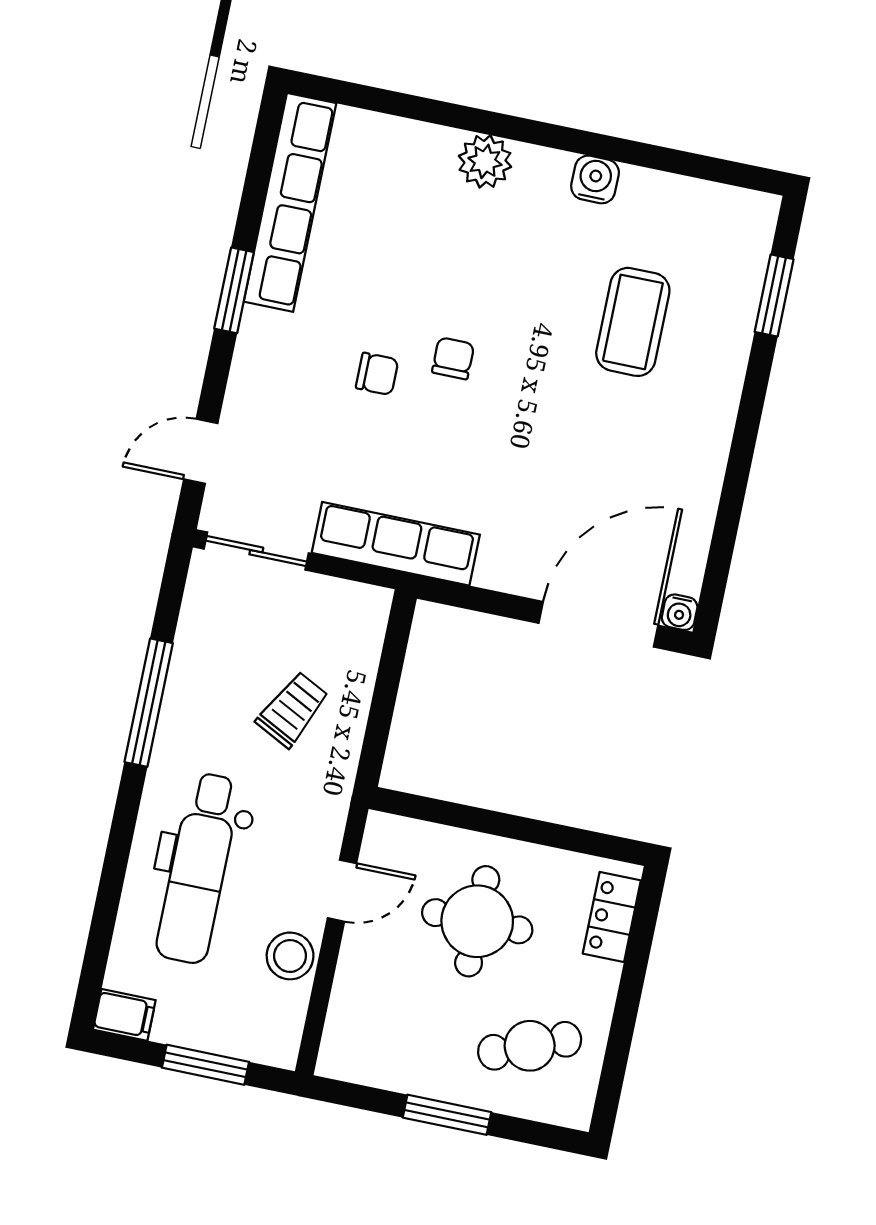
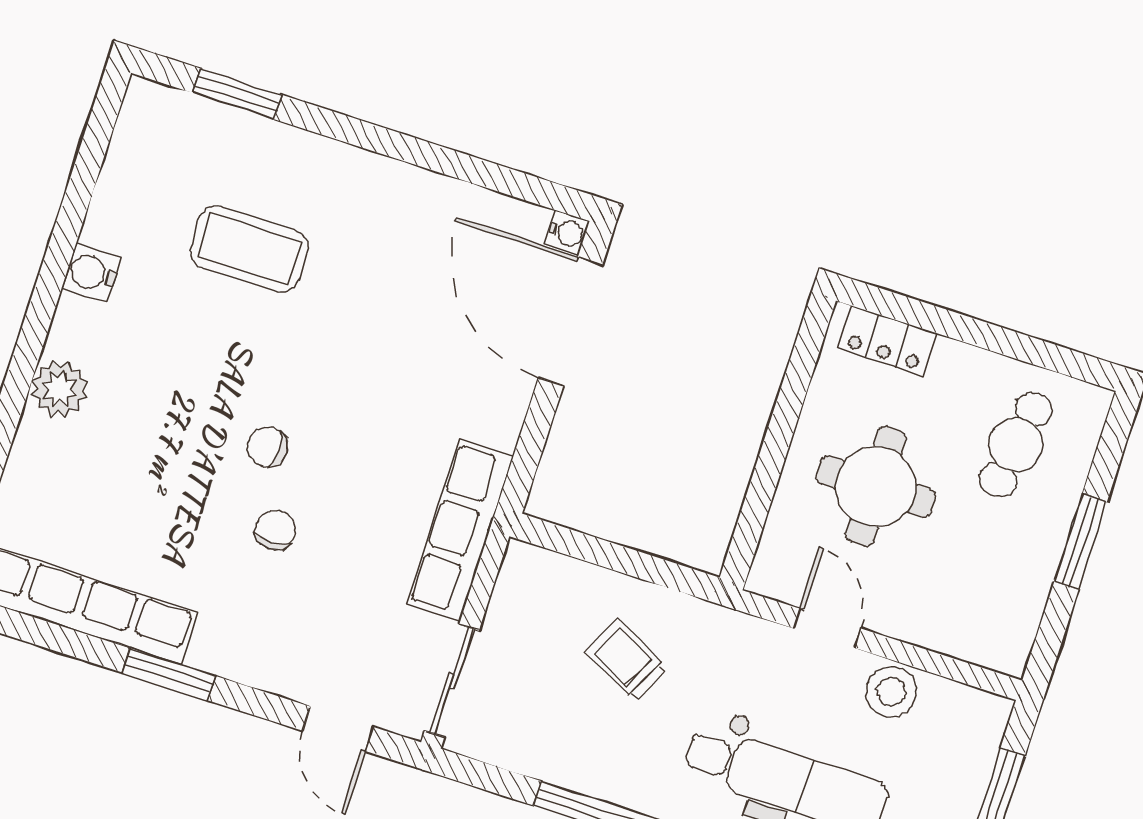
cafe table: (530, 1046) -> (1016, 445), turned 31

